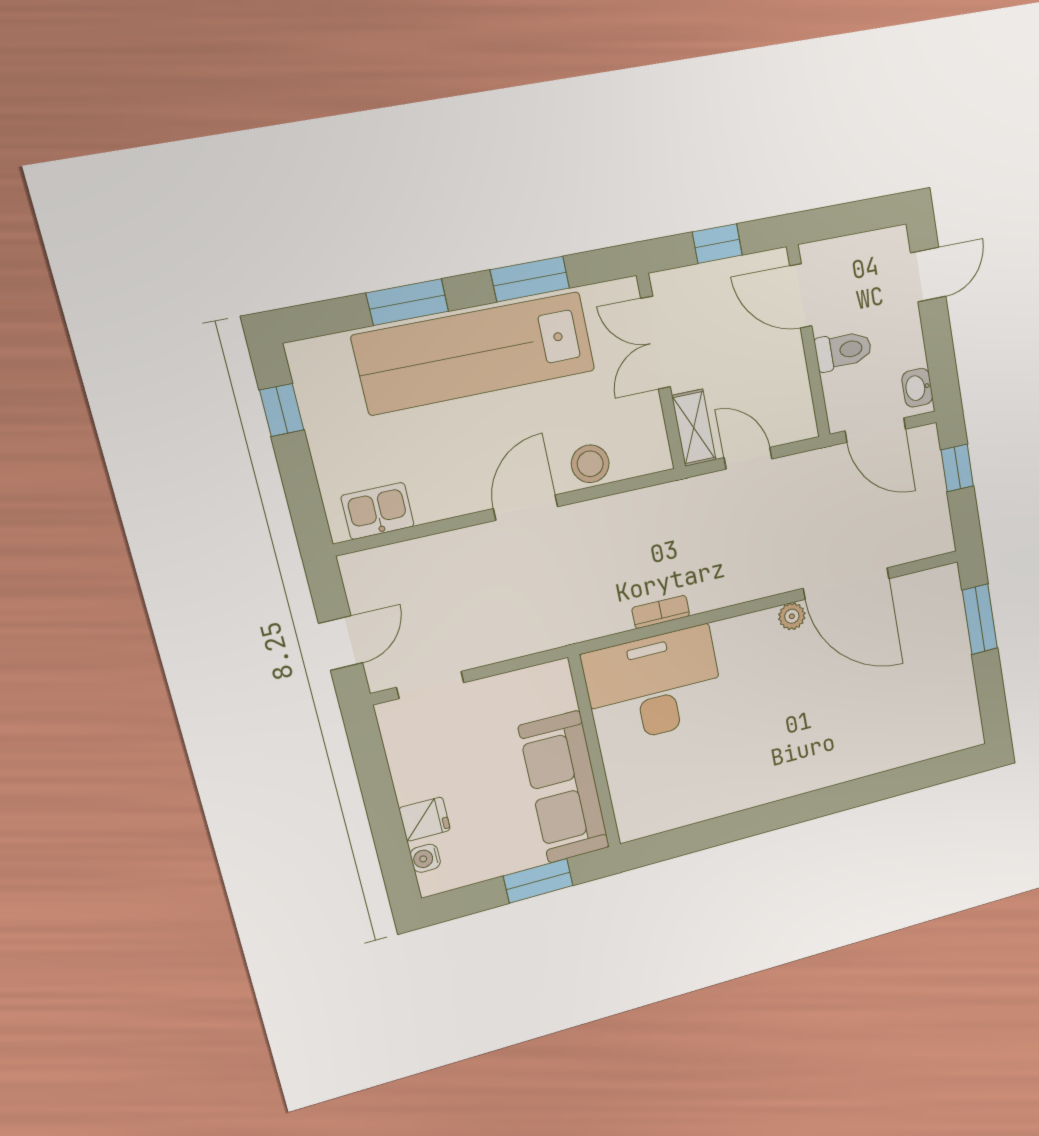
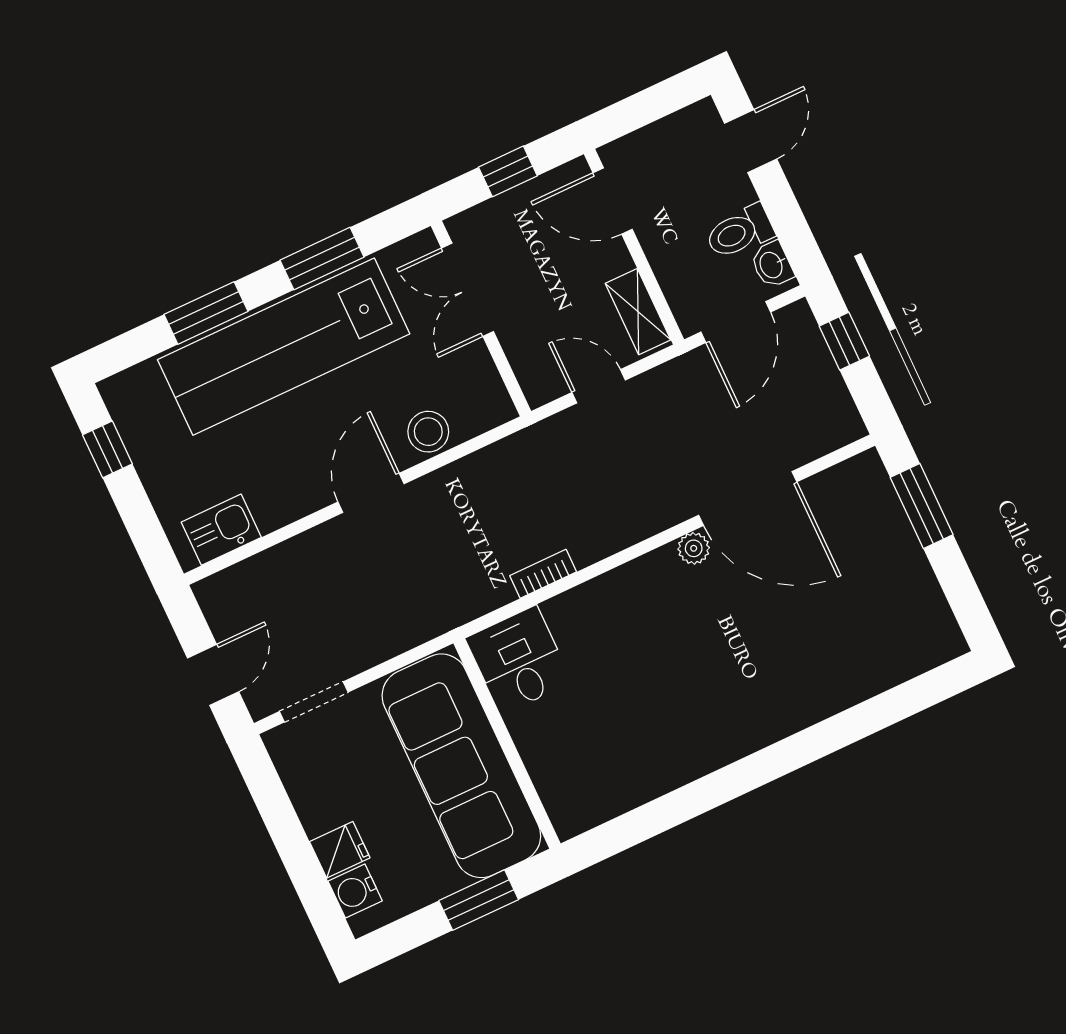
toilet: (843, 350) -> (740, 232), moved, turned 180
shelving: (694, 428) -> (638, 312), moved
door: (875, 430) -> (736, 322), hinge flipped
desk: (654, 686) -> (519, 660), width x0.53, depth x0.77
sofa: (564, 787) -> (461, 766), width x1.36, depth x1.27
water cooler: (425, 858) -> (355, 891), width x1.38, depth x1.38

